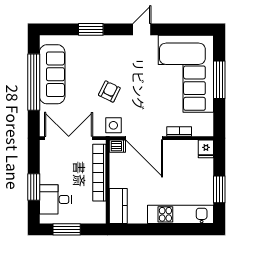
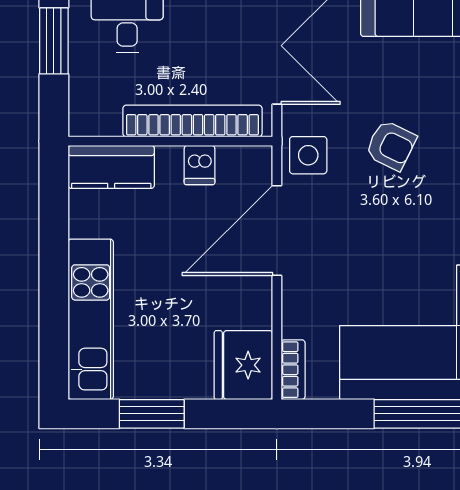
bookcase: (179, 131) -> (293, 370), moved
dishwasher: (117, 146) -> (199, 165), moved
fridge: (206, 149) -> (243, 365), width x1.88, depth x1.34

